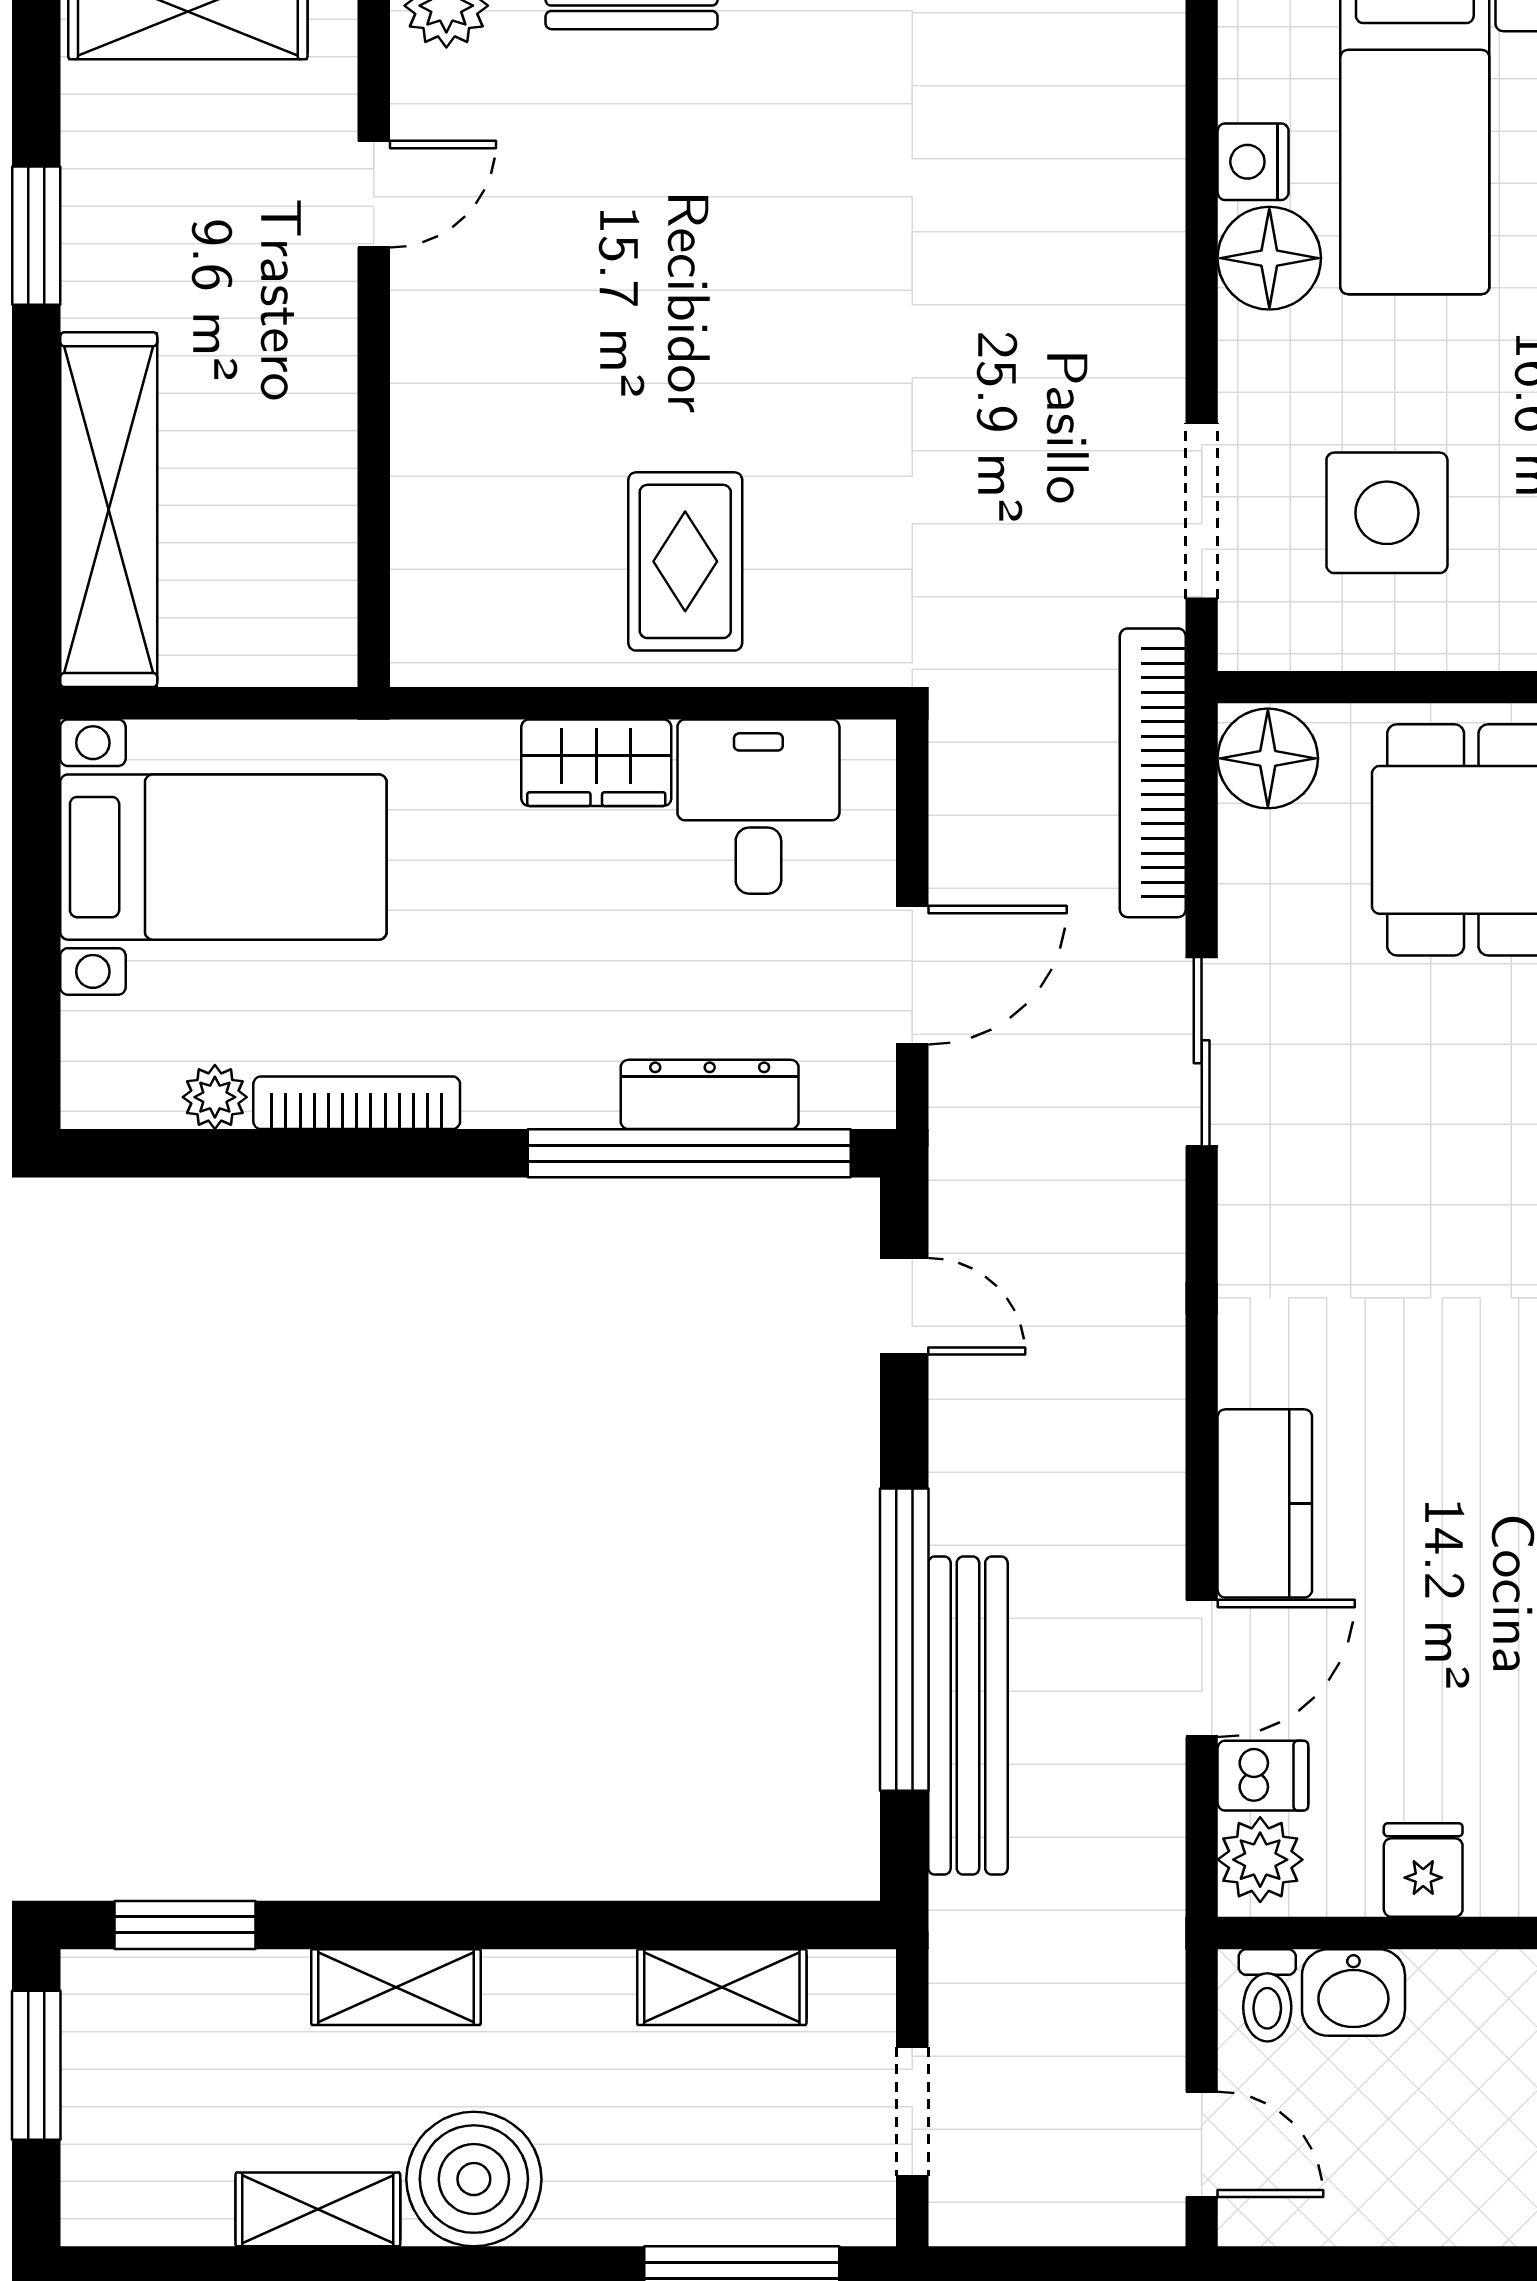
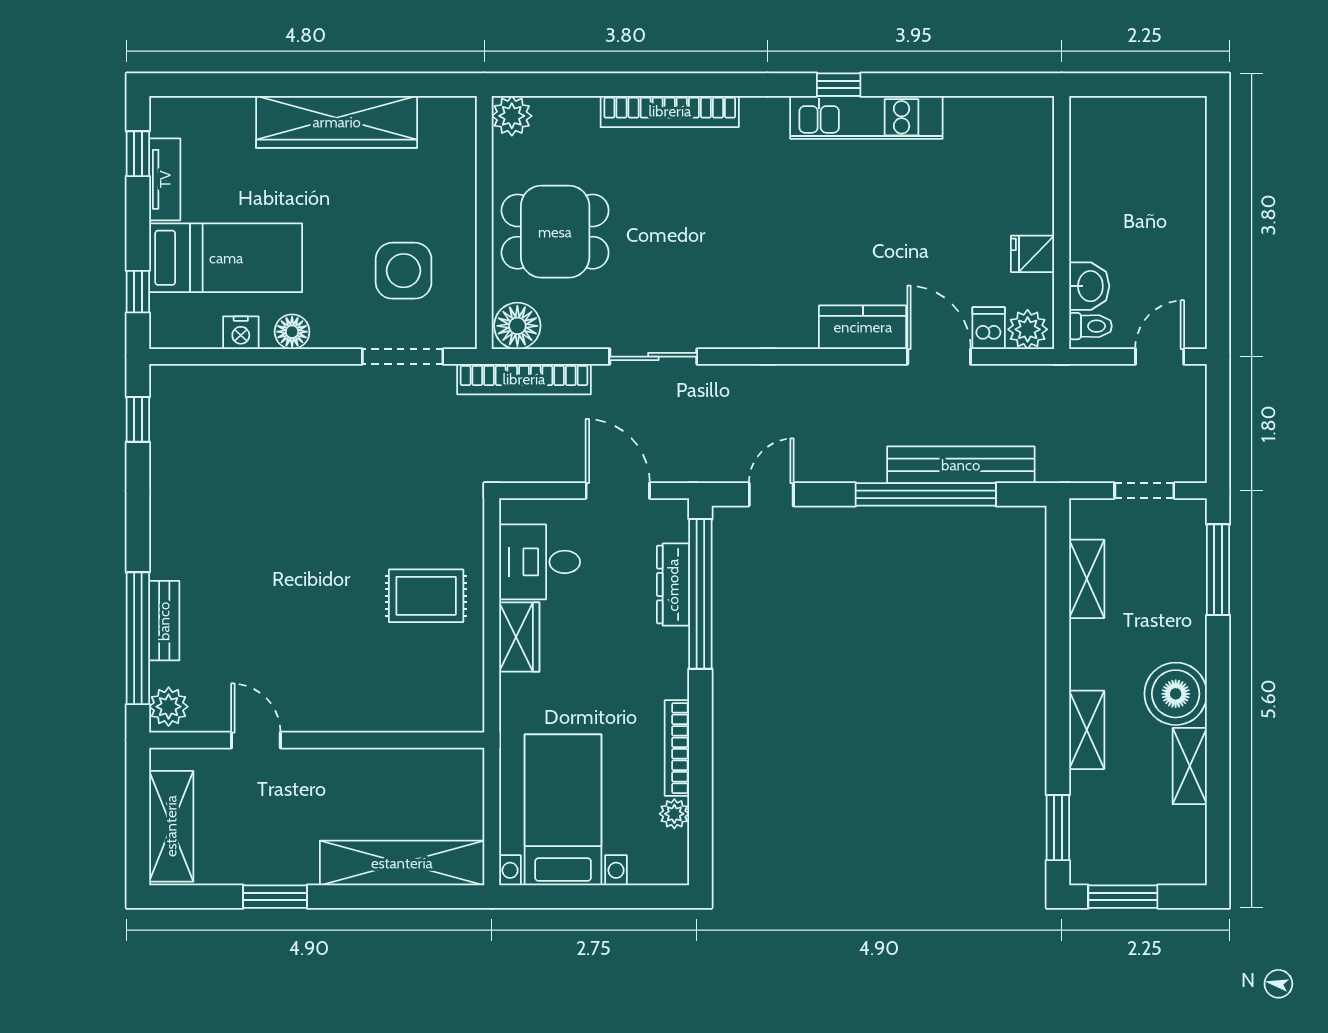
floor lamp: (1269, 258) -> (292, 332), width x0.73, depth x0.73

